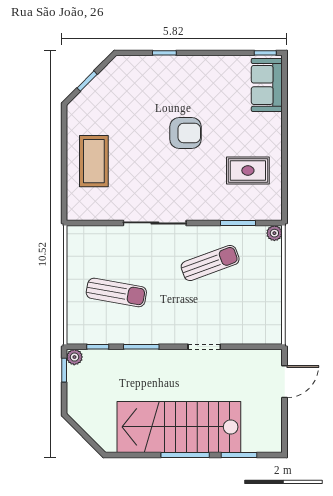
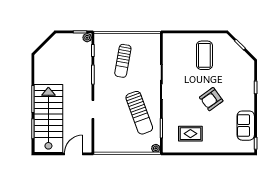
sofa: (267, 85) -> (246, 126), moved, turned -90
armchair: (186, 133) -> (211, 99), turned 54
coffee table: (94, 161) -> (204, 55), moved, turned 90
rug: (248, 170) -> (190, 134), turned 90
sun lounger: (210, 263) -> (139, 113), width x1.36, depth x1.34
door: (285, 382) -> (74, 154), swing flipped
stairs: (179, 427) -> (48, 118), moved

